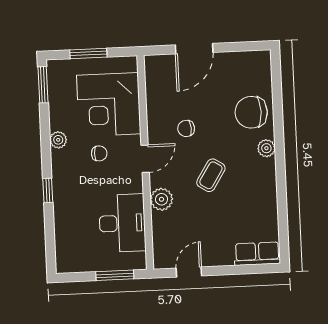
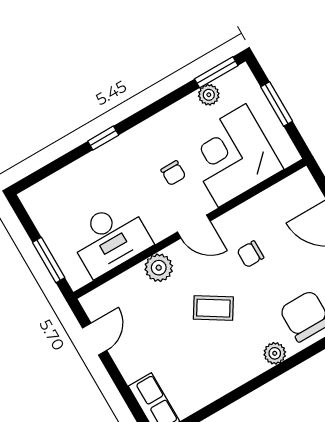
chair: (186, 128) -> (250, 254), turned -86
plant: (58, 140) -> (209, 95), moved
door: (189, 272) -> (95, 339), hinge flipped

